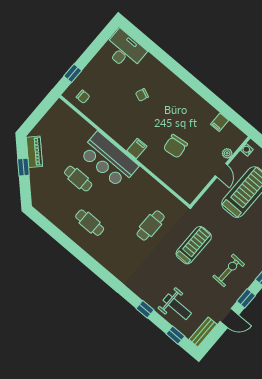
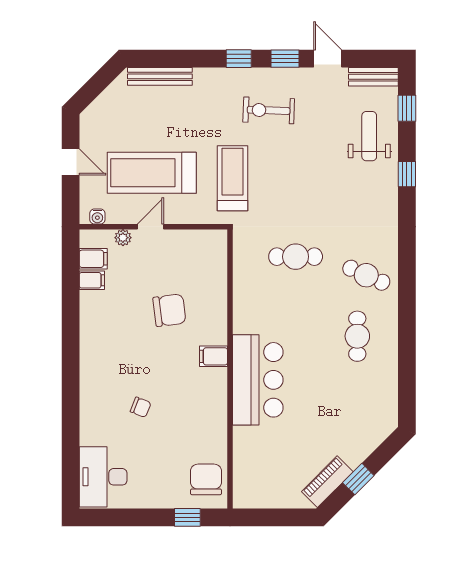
chair: (83, 97) -> (206, 479), width x1.87, depth x1.87
filing cabinet: (229, 131) -> (93, 259), added
cafe table: (78, 179) -> (366, 275), moved, turned -66
treadmill: (194, 245) -> (233, 178), moved, turned 90

